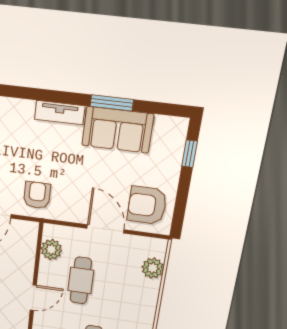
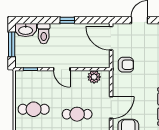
cafe table: (81, 281) -> (77, 114), moved

